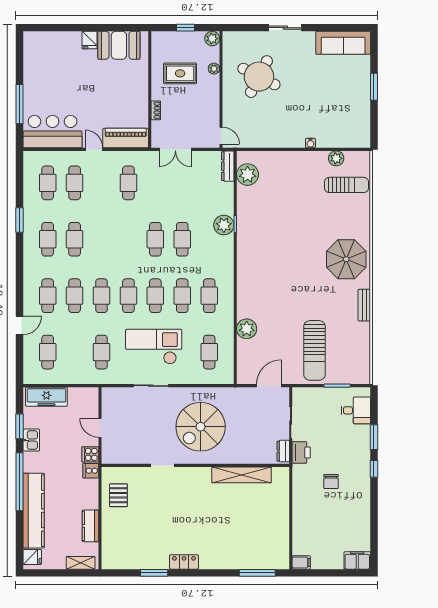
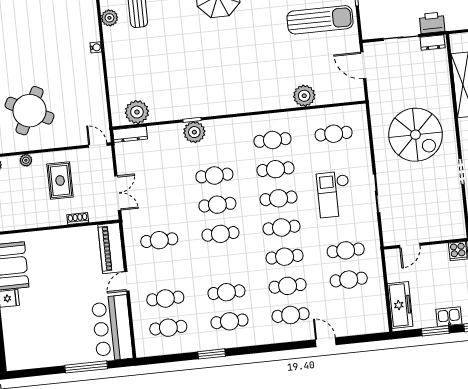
rug: (180, 73) -> (60, 181), moved
door: (221, 136) -> (98, 145), hinge flipped
cafe table: (128, 239) -> (220, 234), added
checkout: (154, 347) -> (334, 194), width x0.73, depth x0.83
cafe table: (48, 352) -> (349, 280), moved
door: (100, 428) -> (410, 245), moved

